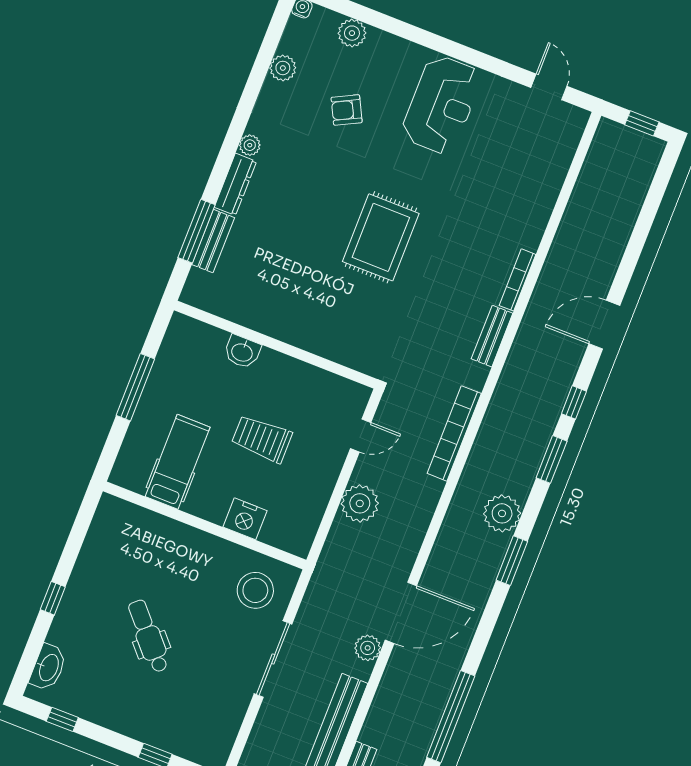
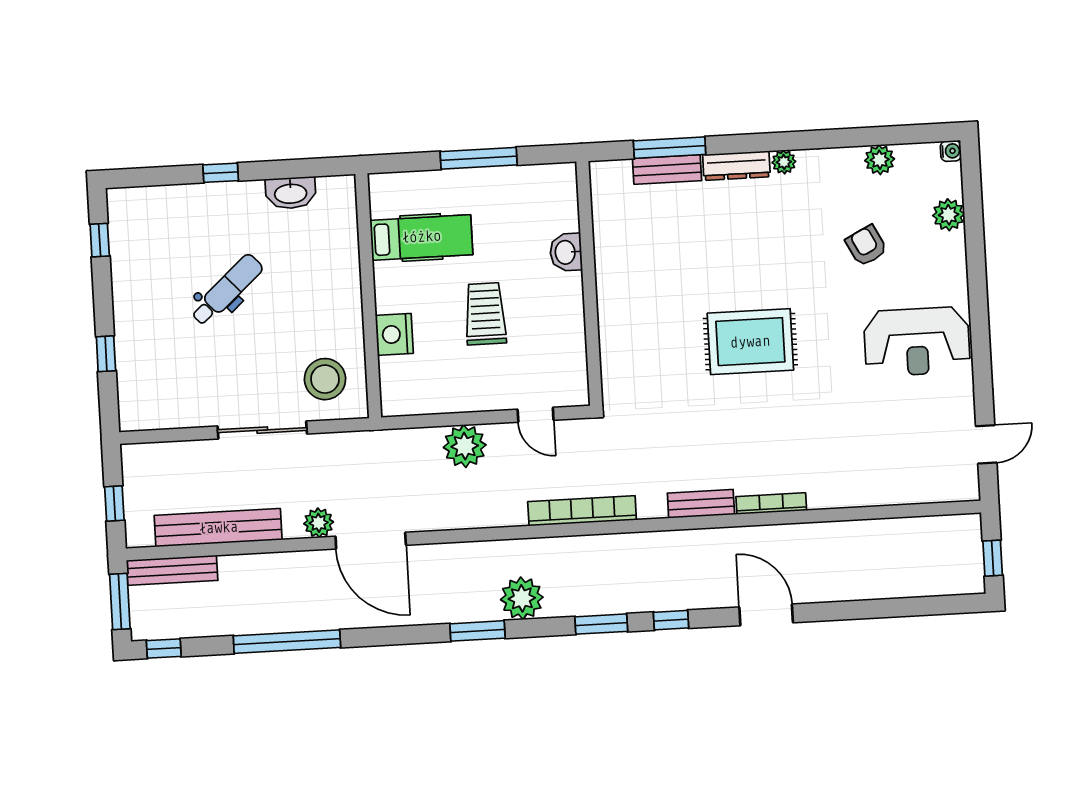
washbasin: (48, 667) -> (291, 193), moved

